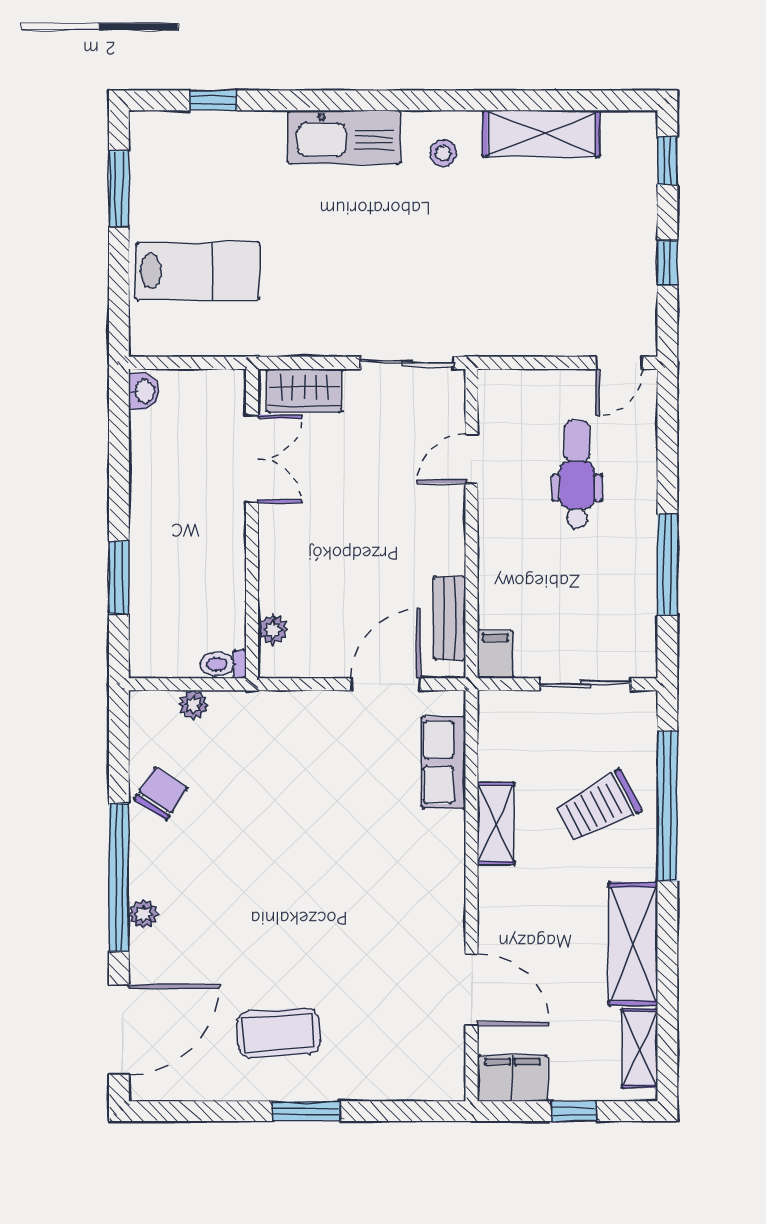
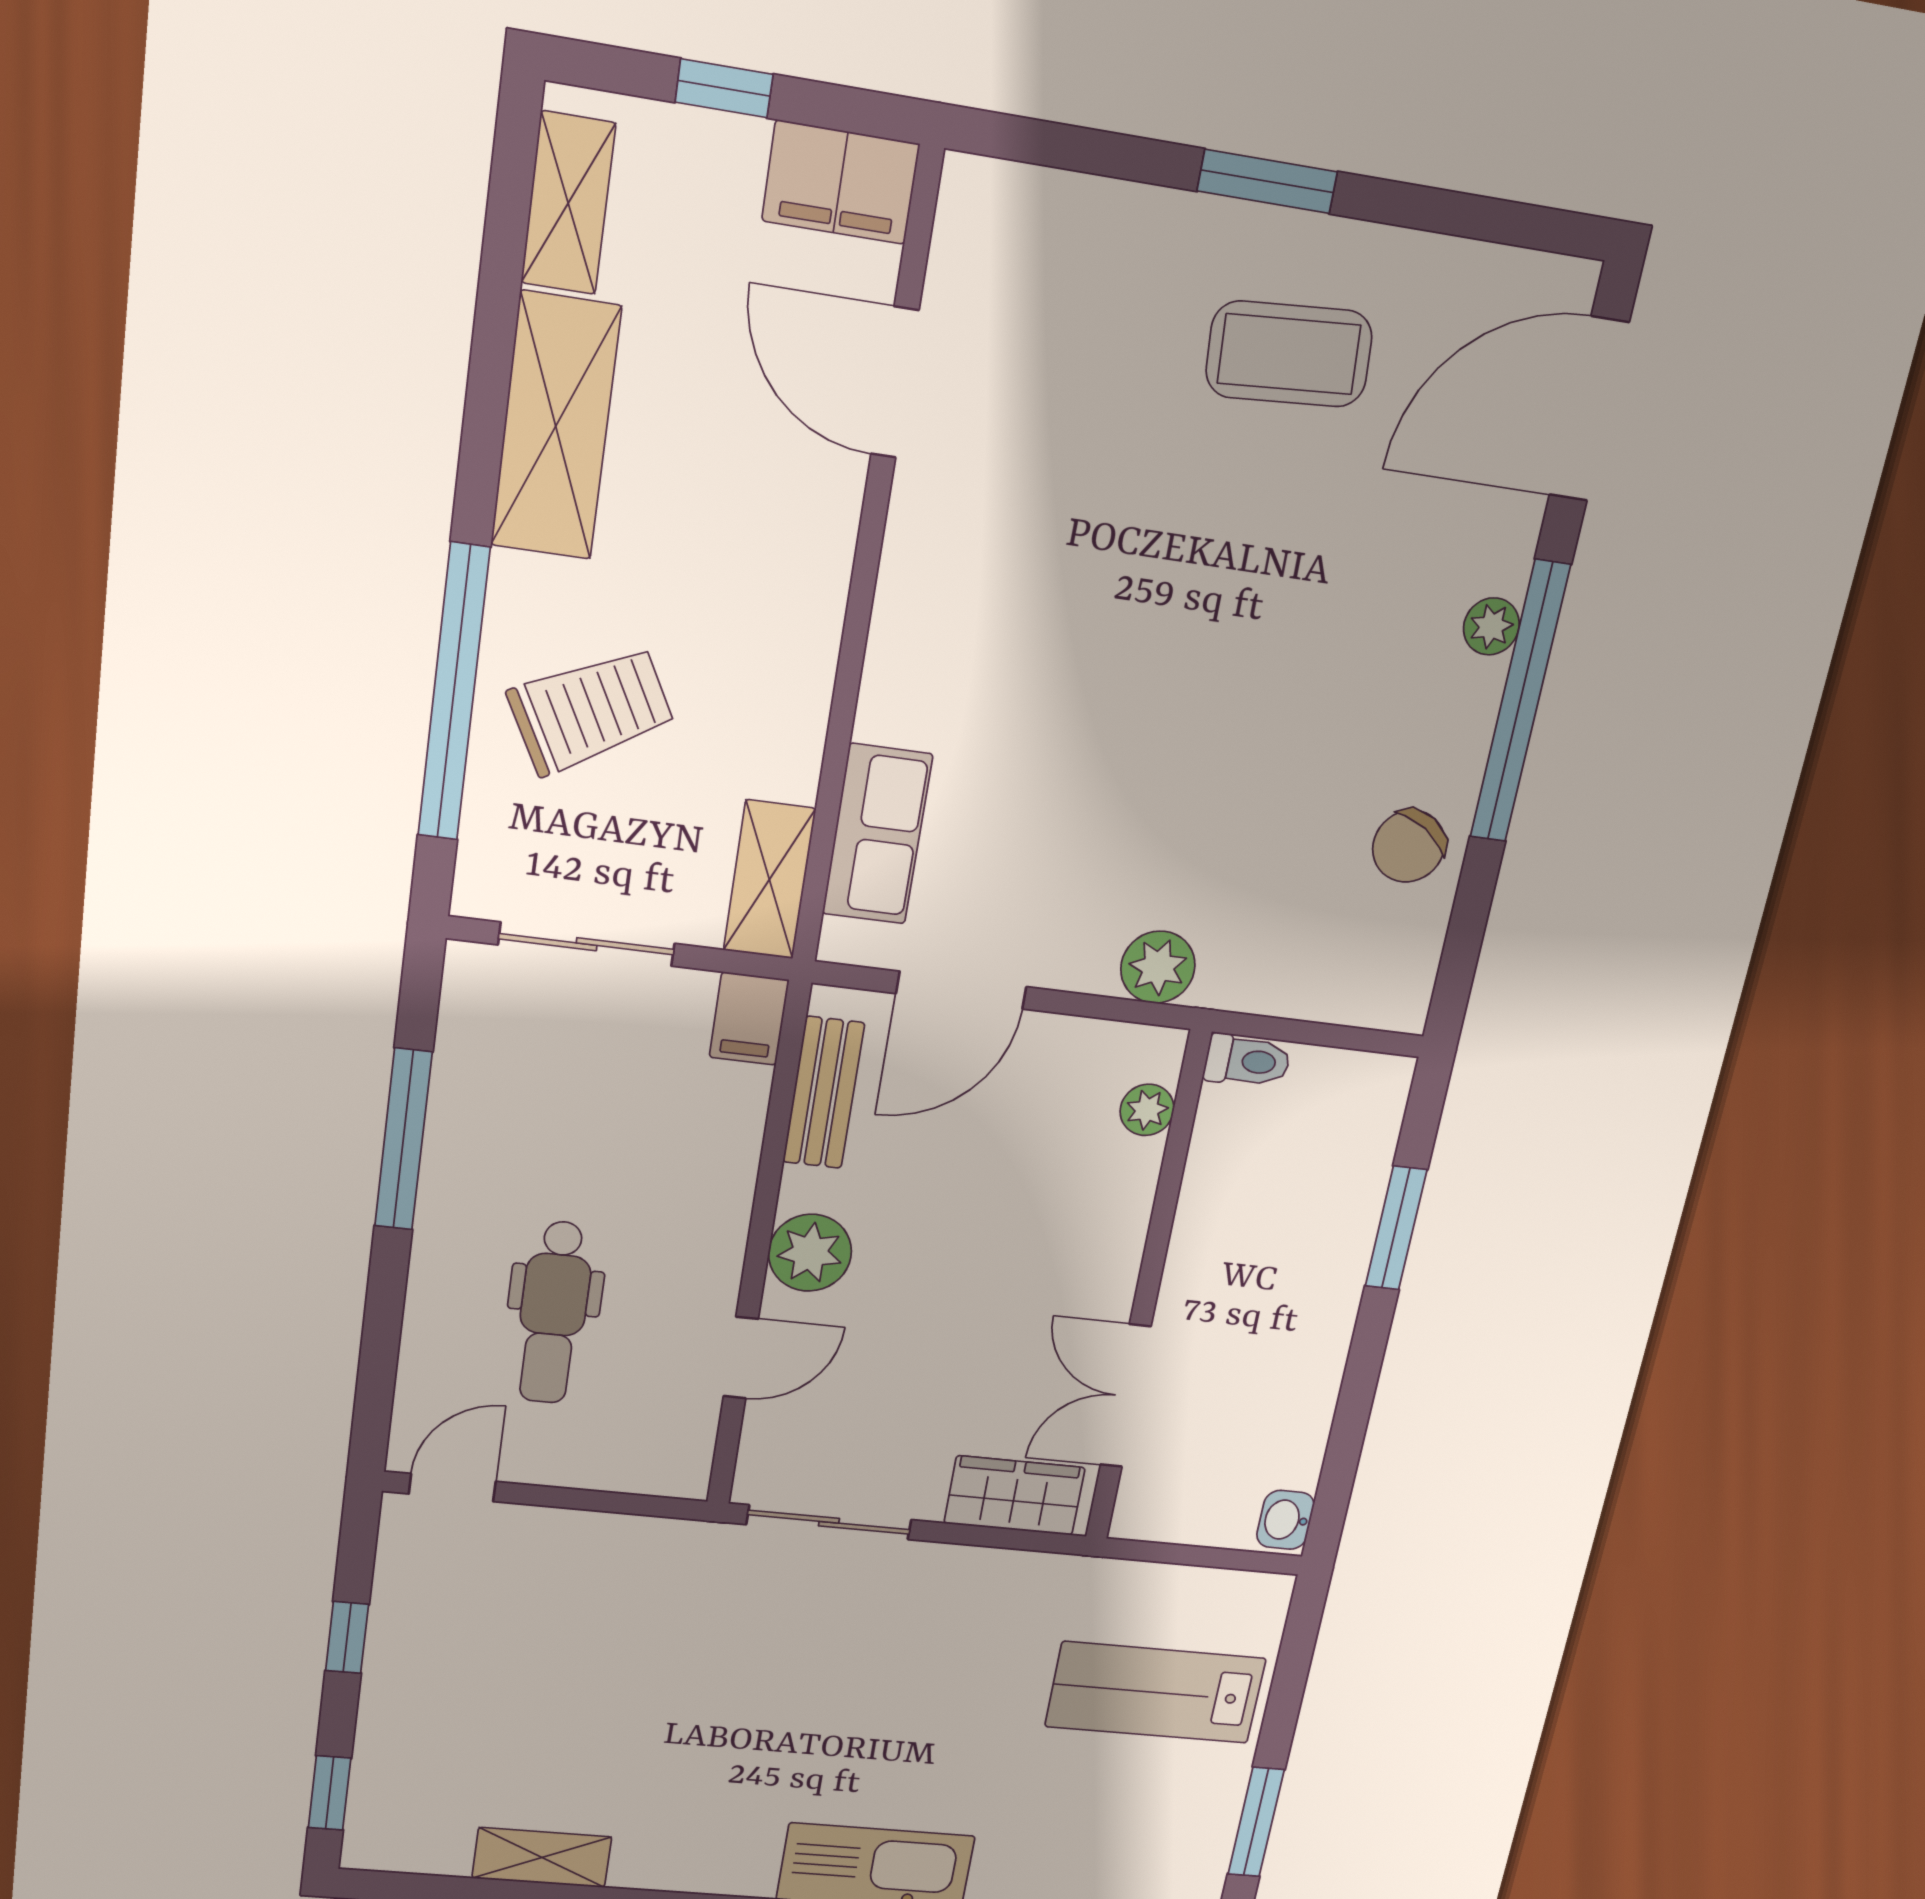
shelving: (541, 134) -> (542, 1858), width x0.67, depth x0.75
stool: (443, 153) -> (714, 1833), removed
plant: (443, 525) -> (810, 1253), added
plant: (193, 705) -> (1158, 967), moved, width x1.38, depth x1.38
shelving: (496, 823) -> (769, 880), moved

